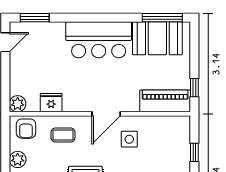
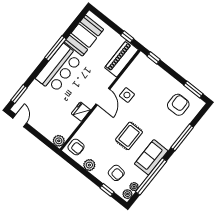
window: (162, 18) -> (55, 48), moved
fridge: (51, 103) -> (81, 112), moved
coffee table: (63, 135) -> (96, 129), removed
window: (194, 152) -> (154, 58), moved

